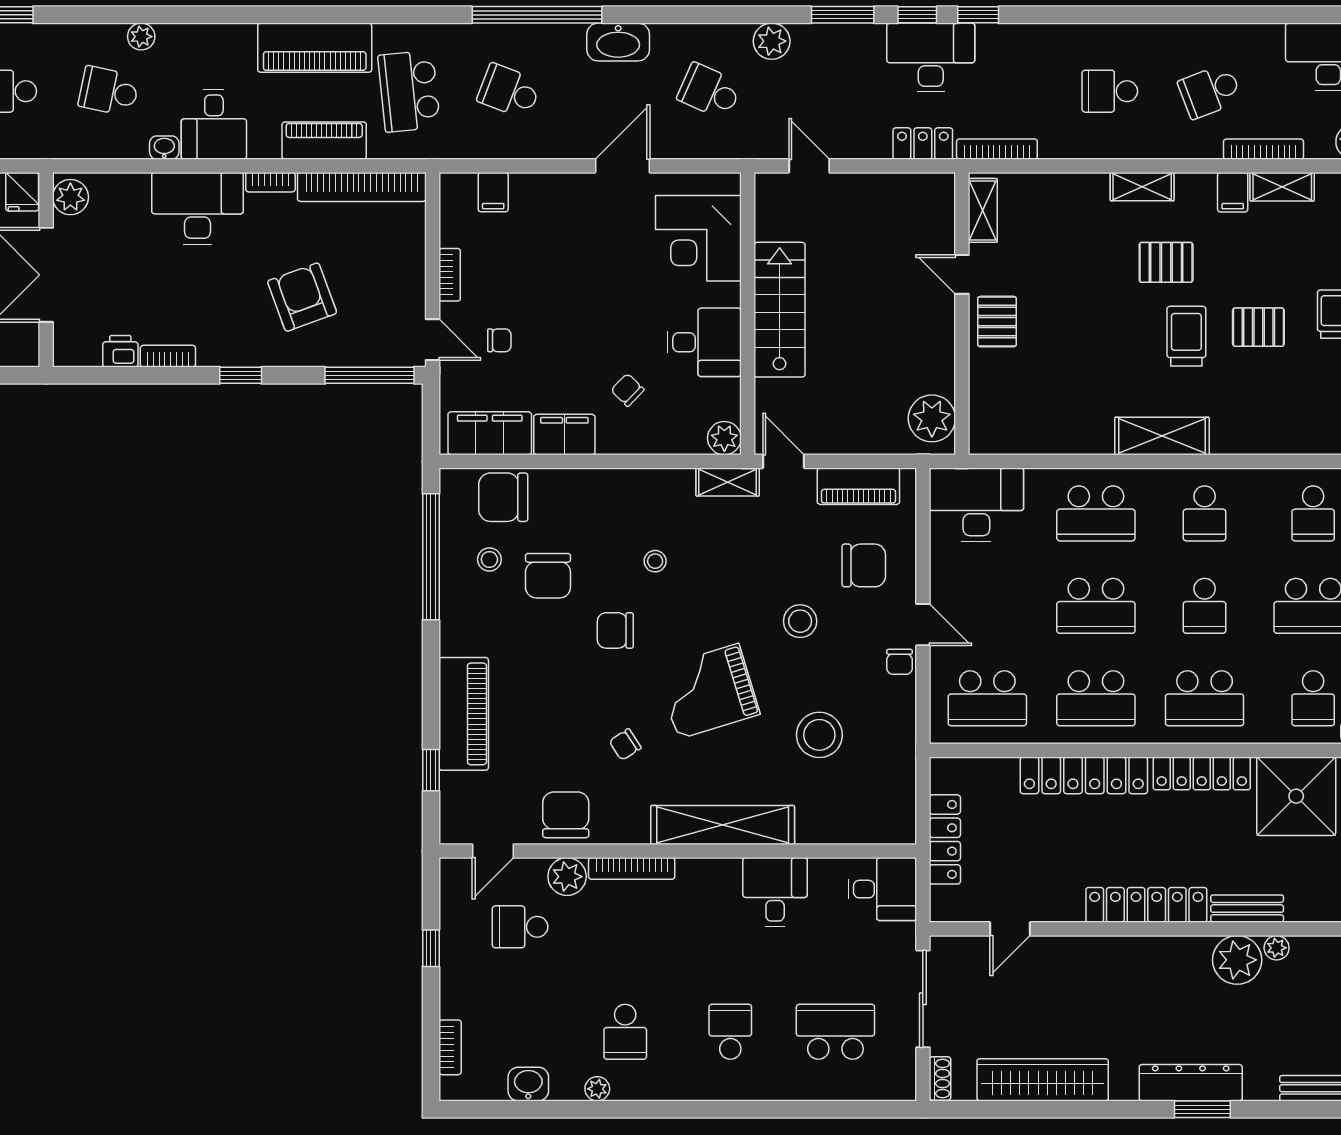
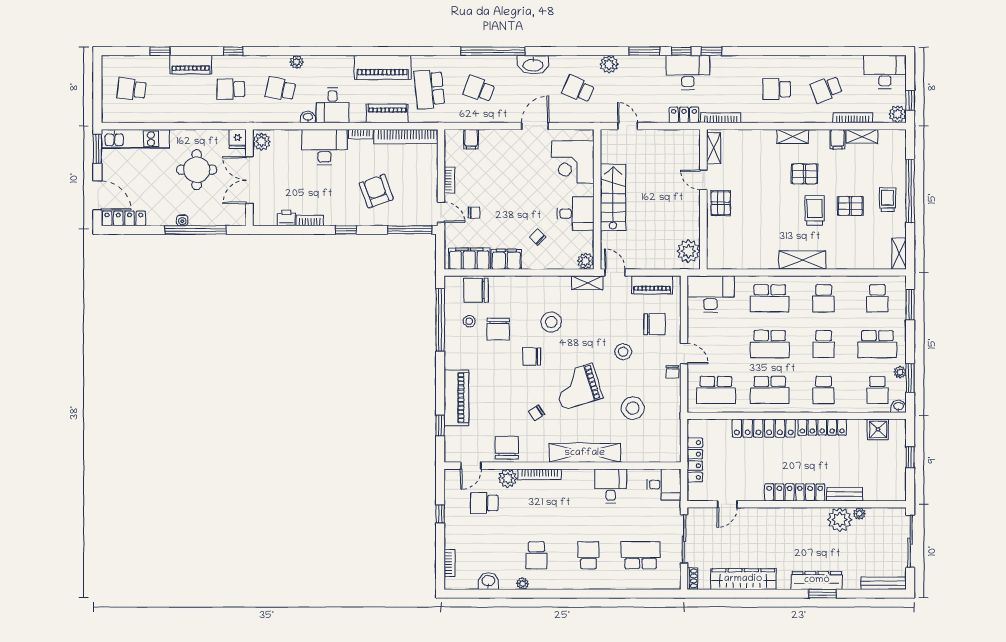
stool: (655, 561) -> (551, 322), width x1.89, depth x1.89
school desk: (1205, 698) -> (824, 390), width x0.54
shower: (1296, 796) -> (878, 429), width x0.54, depth x0.54

